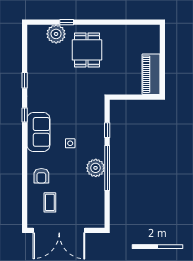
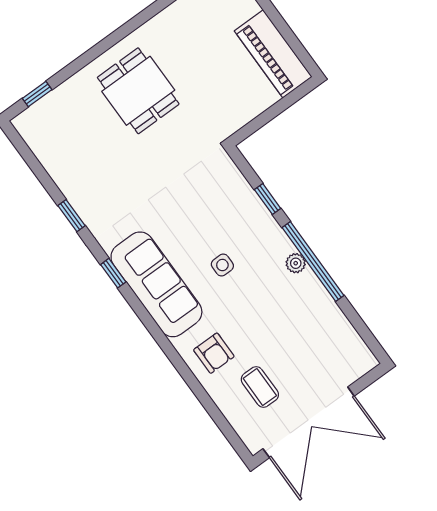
window: (67, 22) -> (37, 94), moved
plant: (56, 34) -> (68, 101), removed
sofa: (38, 132) -> (156, 284), width x1.36
plant: (96, 168) -> (296, 263), width x0.53, depth x0.53

